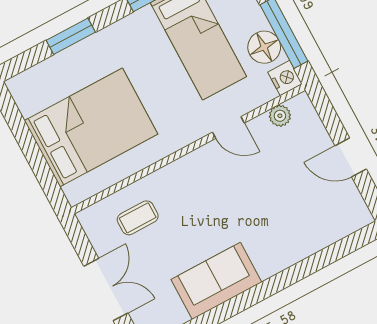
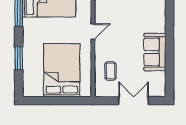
door: (228, 128) -> (93, 31), moved

